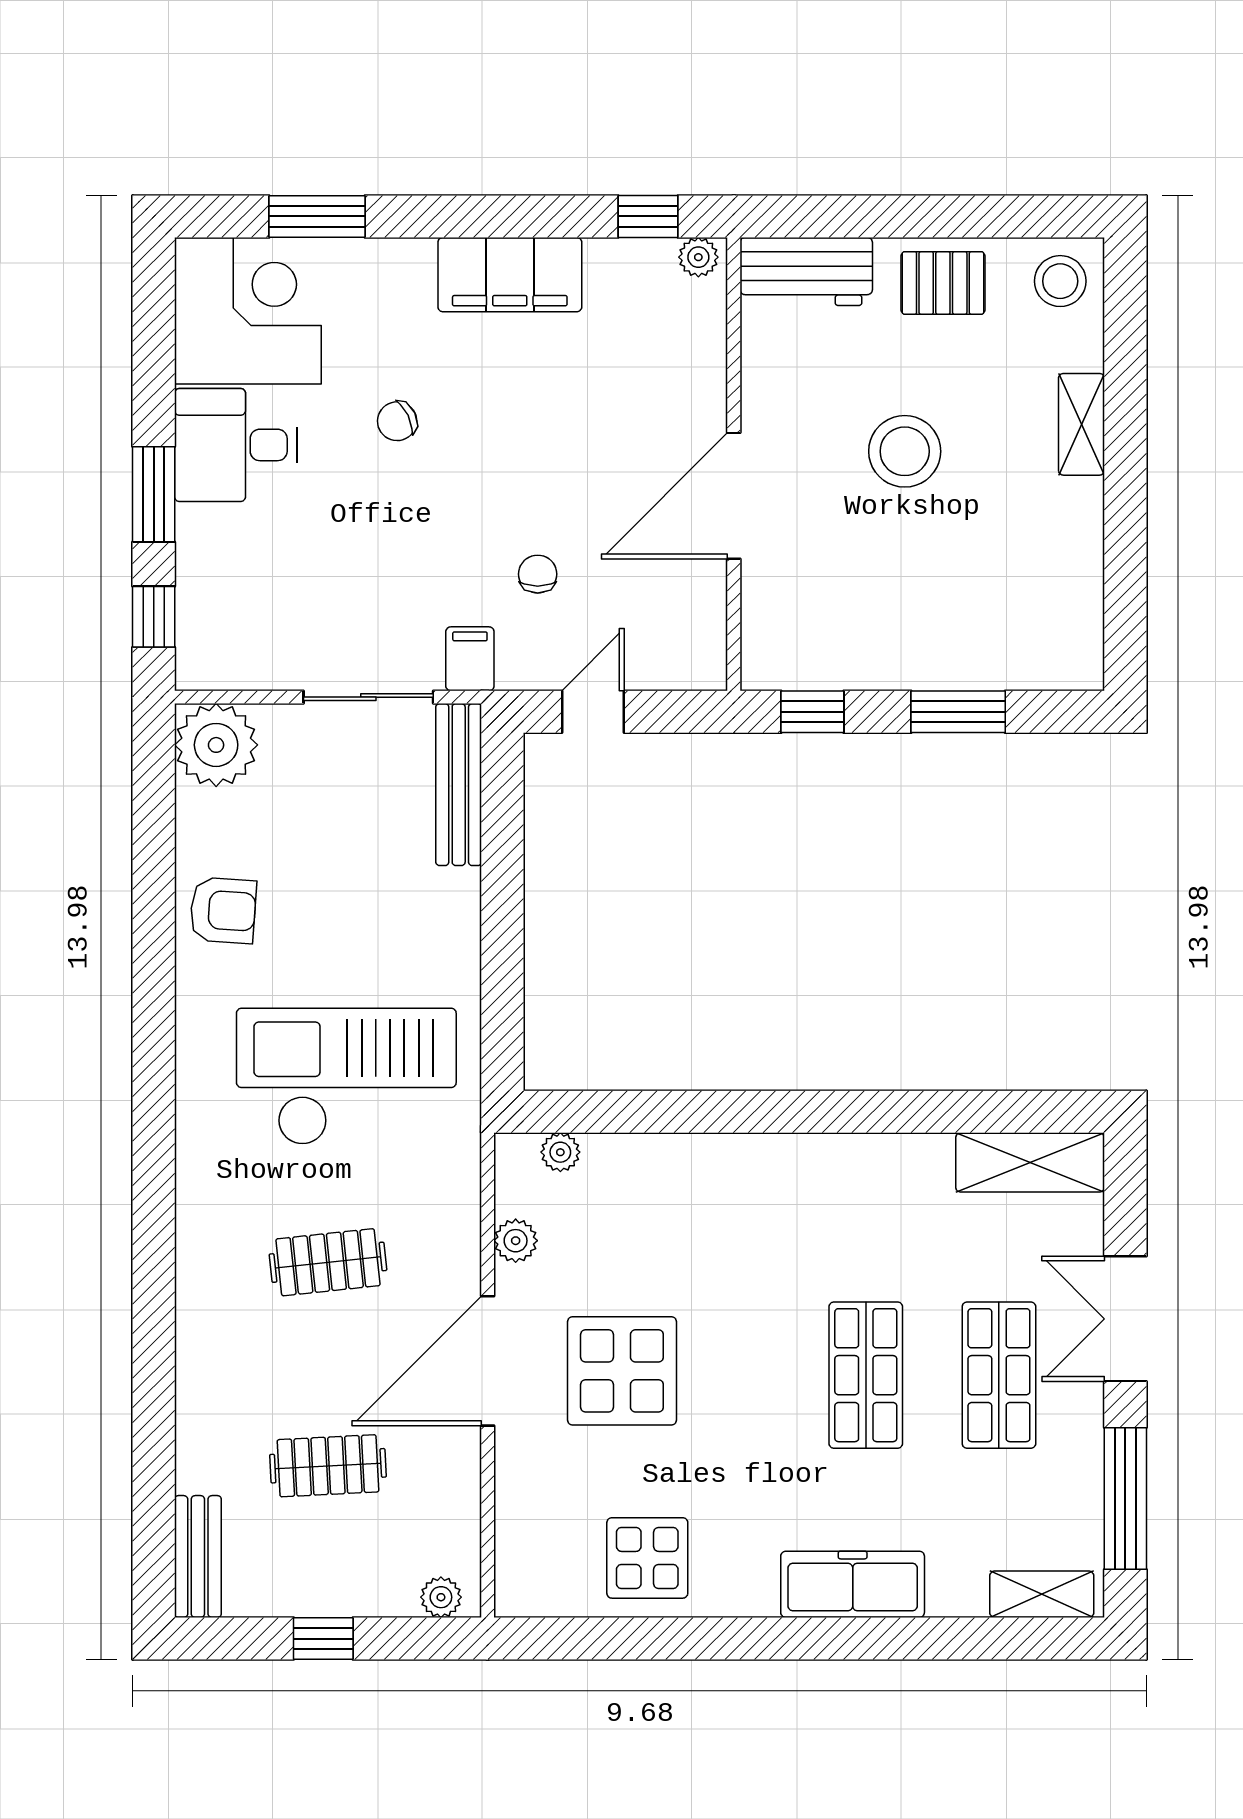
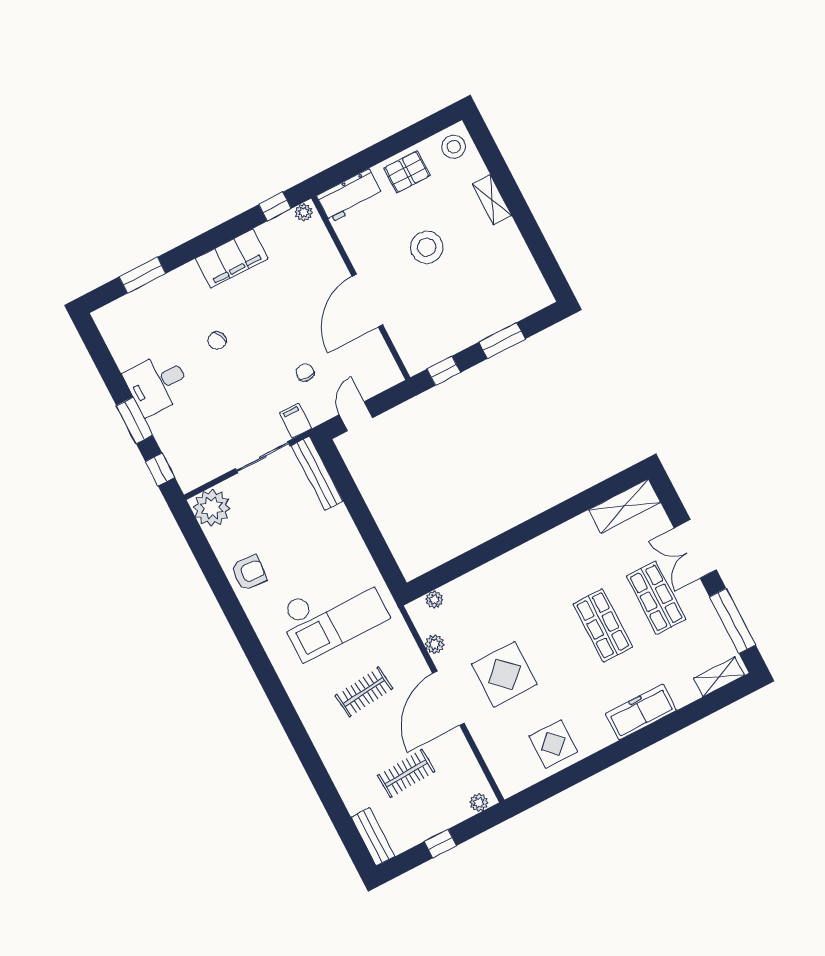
corner desk: (248, 311) -> (134, 327), removed
checkout: (346, 1077) -> (333, 614), turned 180

